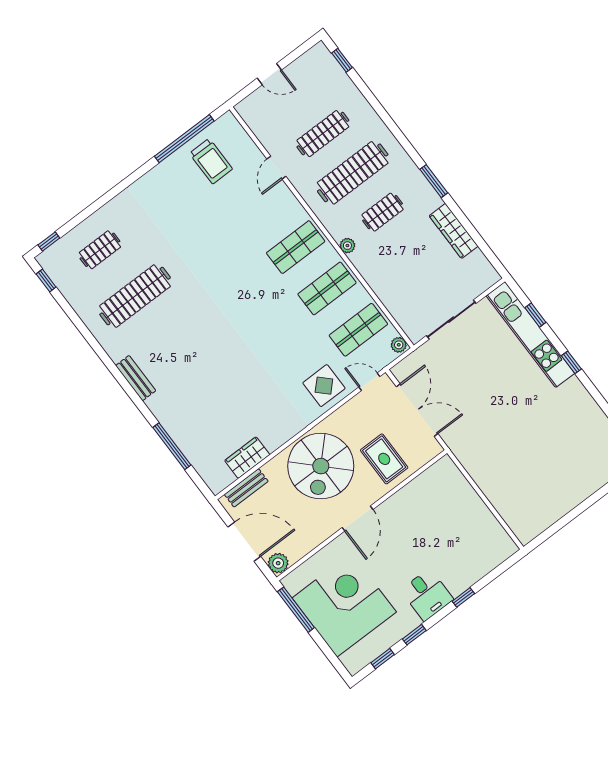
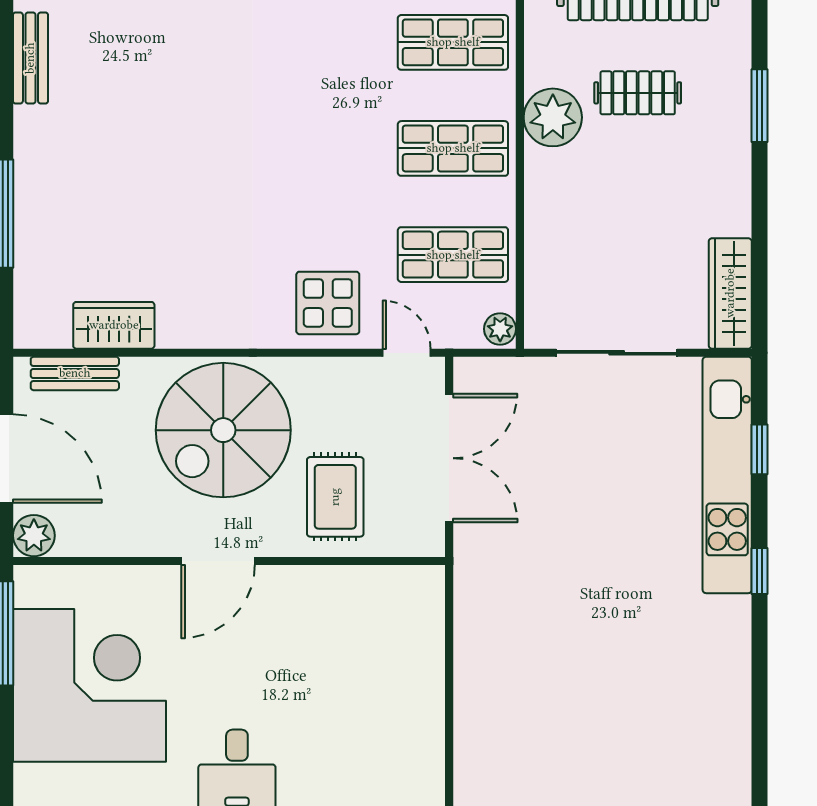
wardrobe: (454, 231) -> (730, 293), moved
plant: (347, 246) -> (553, 117), width x1.87, depth x1.87

